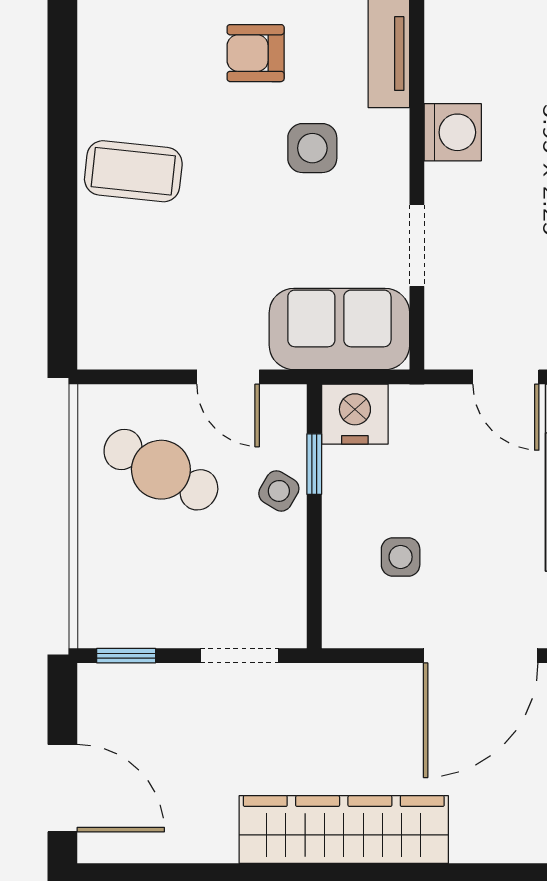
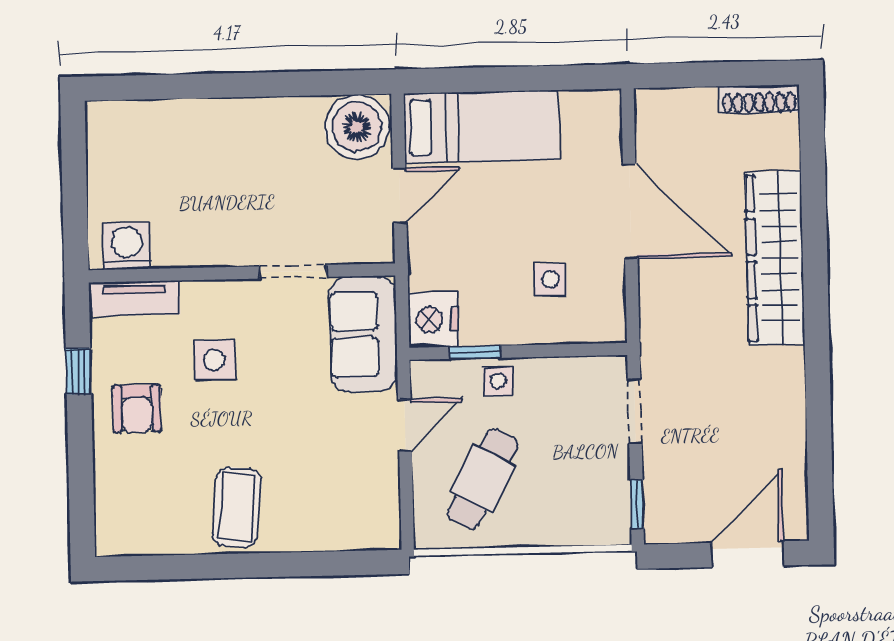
washing machine: (453, 132) -> (127, 246), moved
side table: (279, 491) -> (498, 381), turned -31
wardrobe: (344, 830) -> (775, 258), moved

